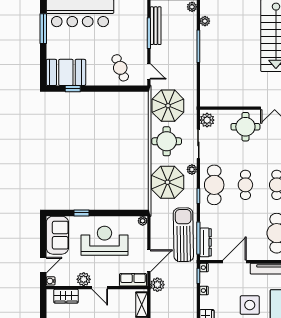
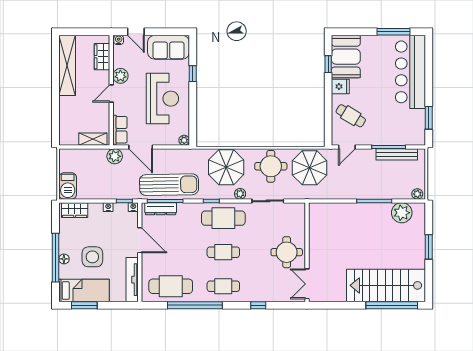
plant: (205, 21) -> (402, 213), width x1.88, depth x1.88
cafe table: (120, 68) -> (351, 116), turned 53
fridge: (93, 77) -> (340, 86), added
plant: (207, 120) -> (294, 210), removed

